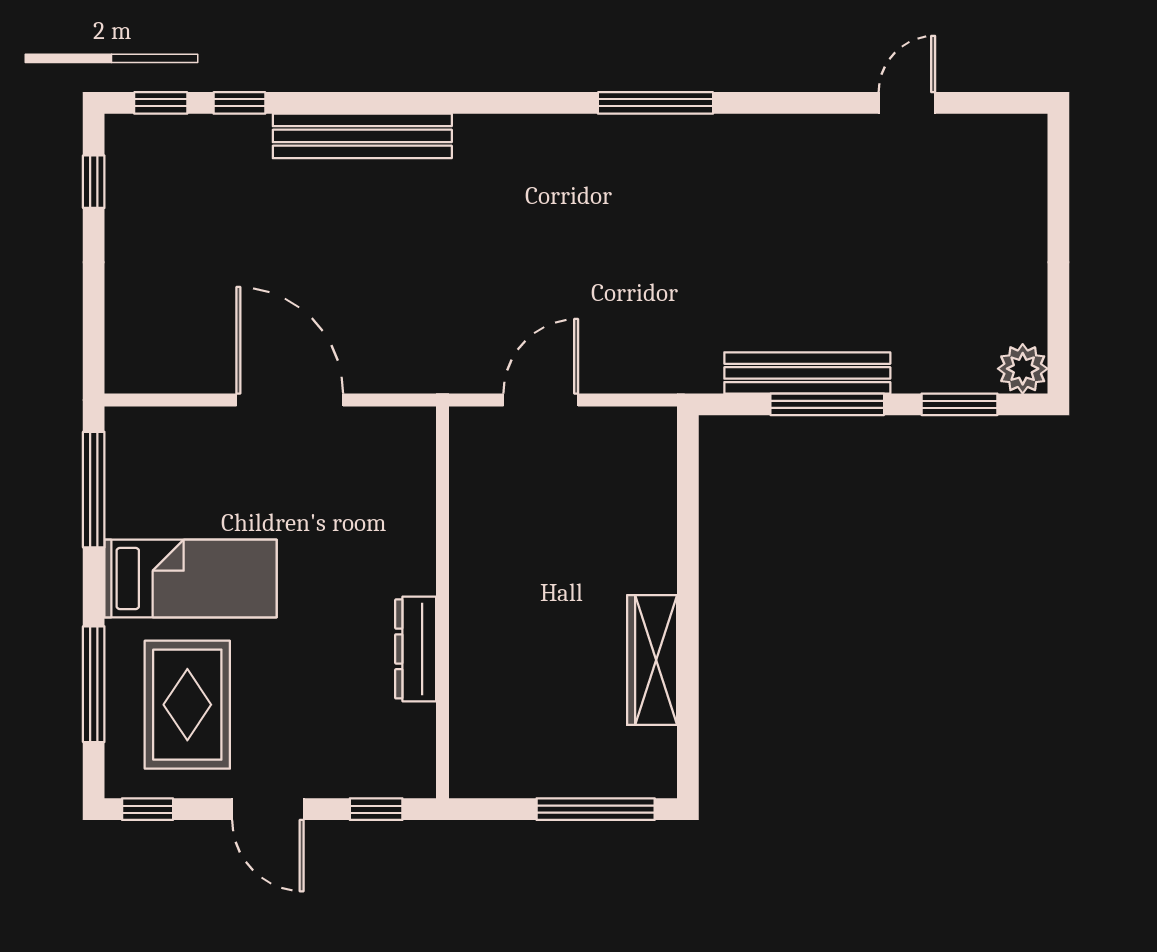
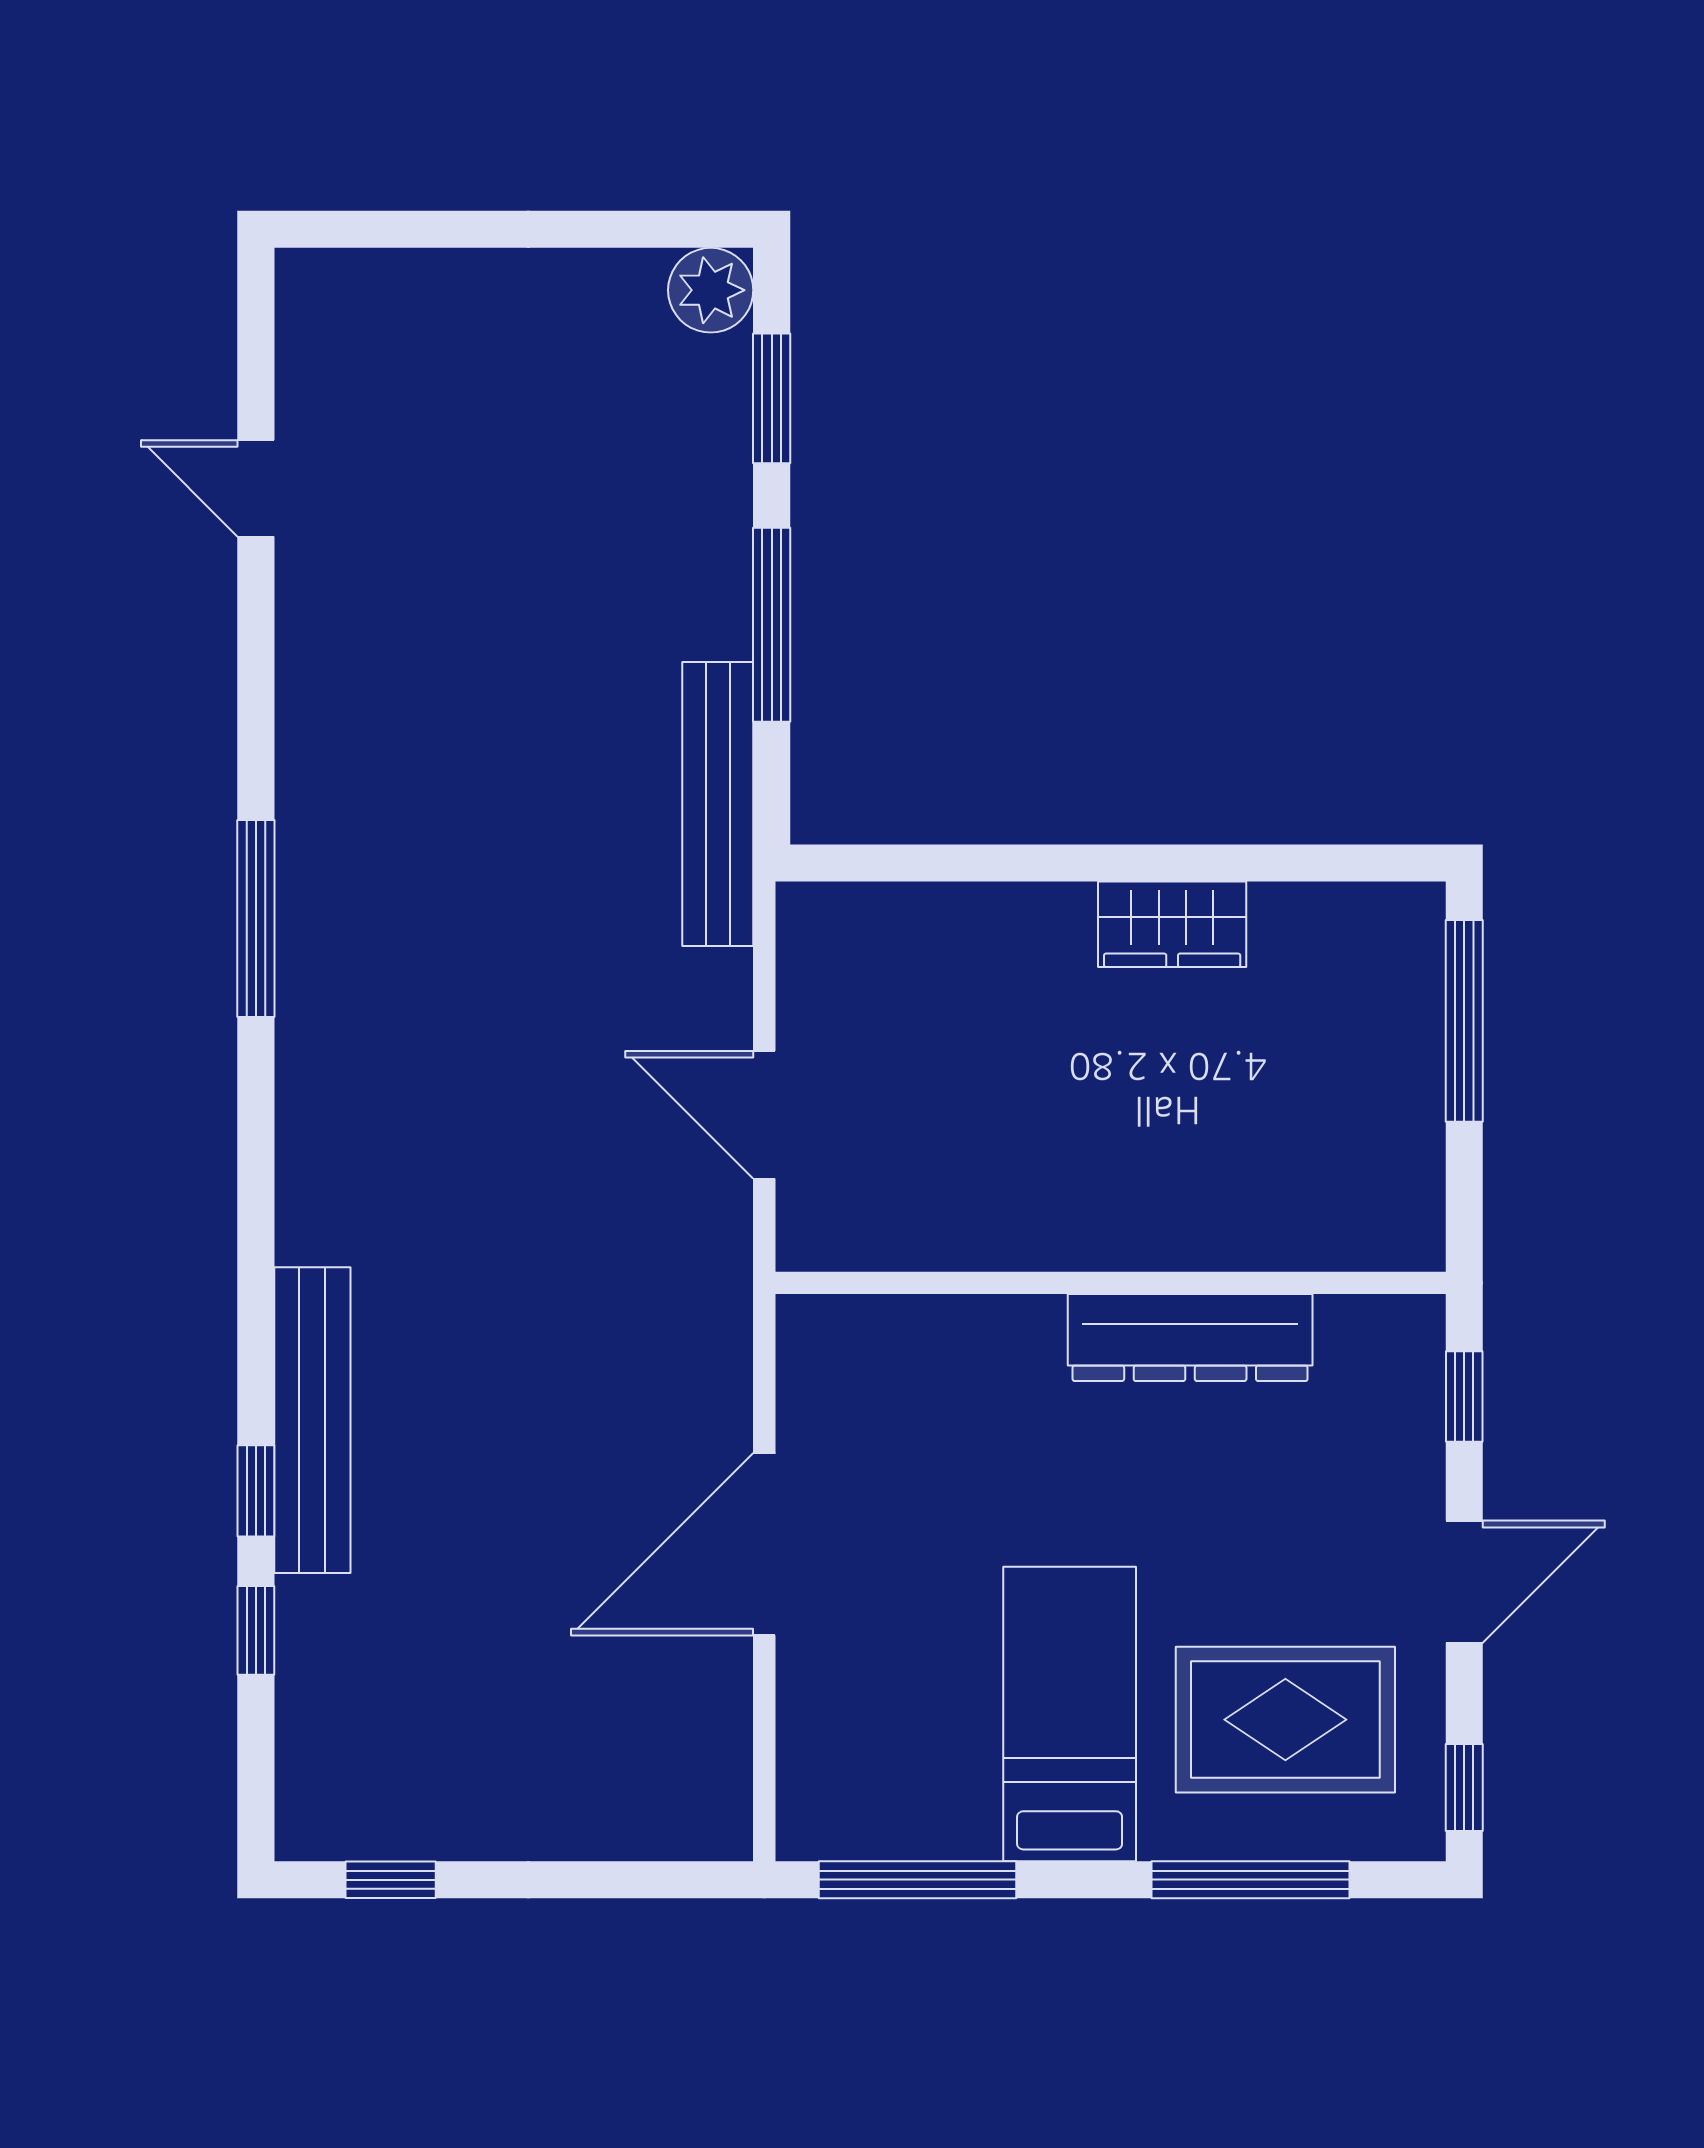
window: (161, 103) -> (256, 1491), moved
bench: (807, 373) -> (718, 804), moved
dresser: (416, 649) -> (1190, 1338), width x1.37, depth x1.24
wardrobe: (652, 660) -> (1172, 924), width x0.67

